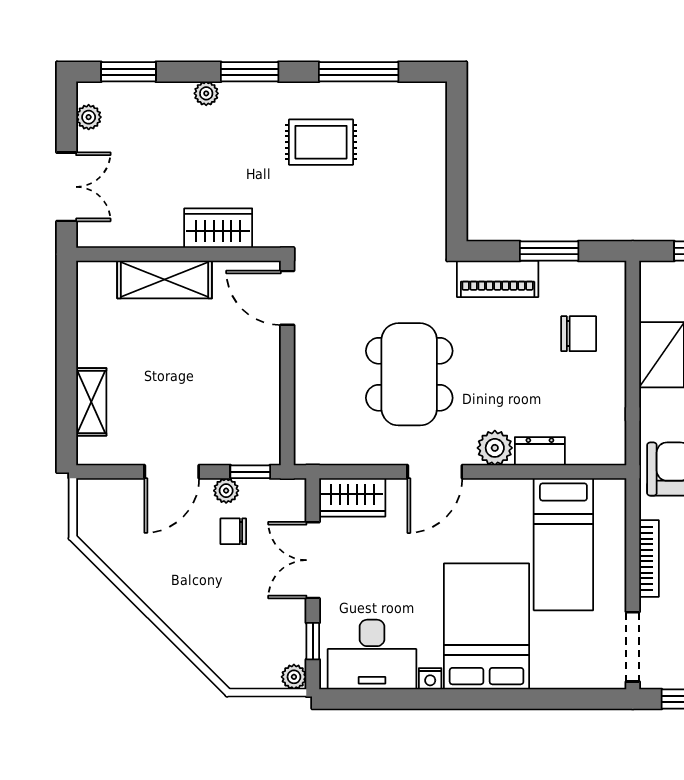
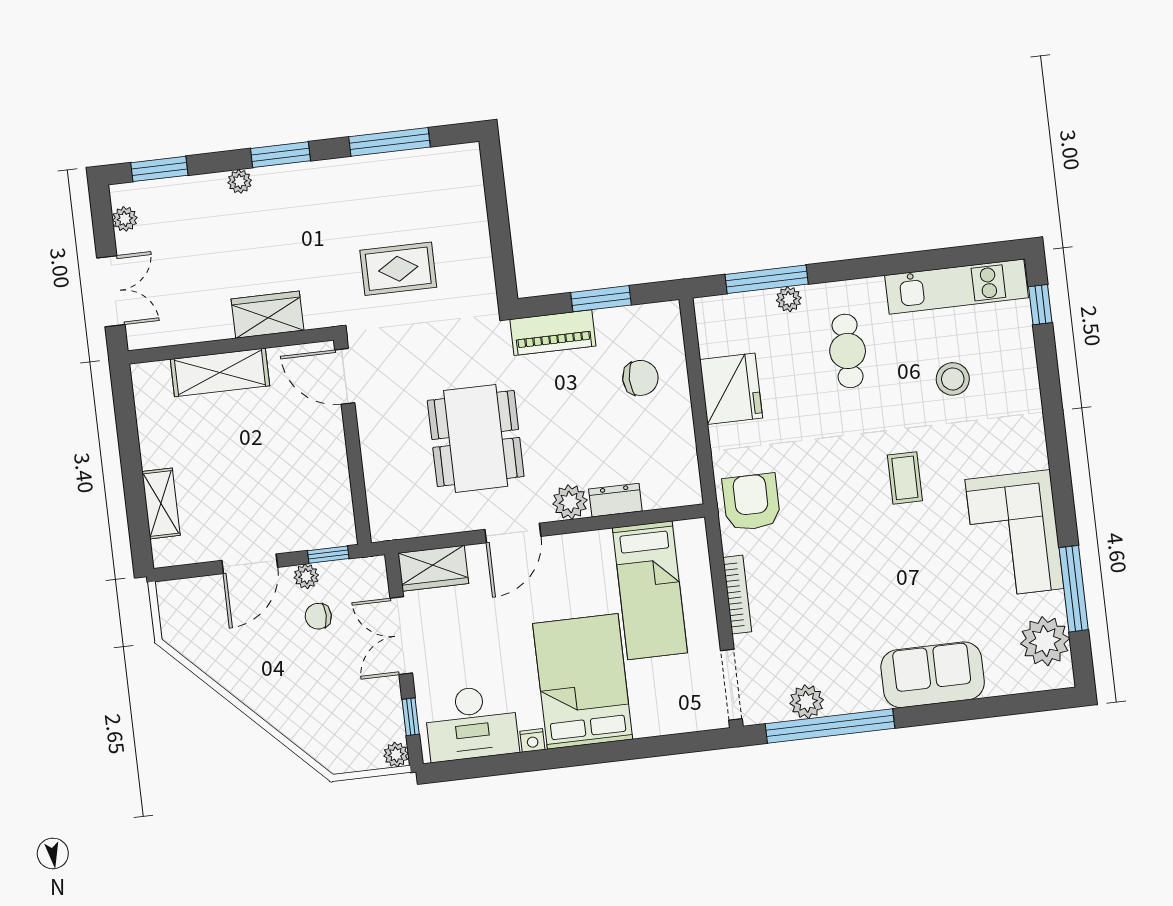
rug: (321, 142) -> (398, 269), moved

